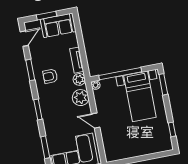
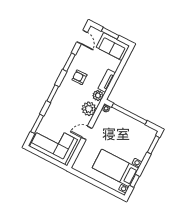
door: (24, 39) -> (82, 37), hinge flipped
bed with nightstands: (140, 96) -> (115, 168), moved, turned 90
door: (96, 121) -> (87, 133), hinge flipped

